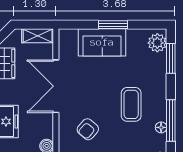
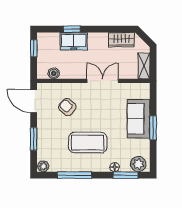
double door: (56, 86) -> (103, 81), width x0.73
coffee table: (131, 104) -> (88, 143), width x1.36, depth x1.32
floor lamp: (161, 127) -> (115, 167), moved

